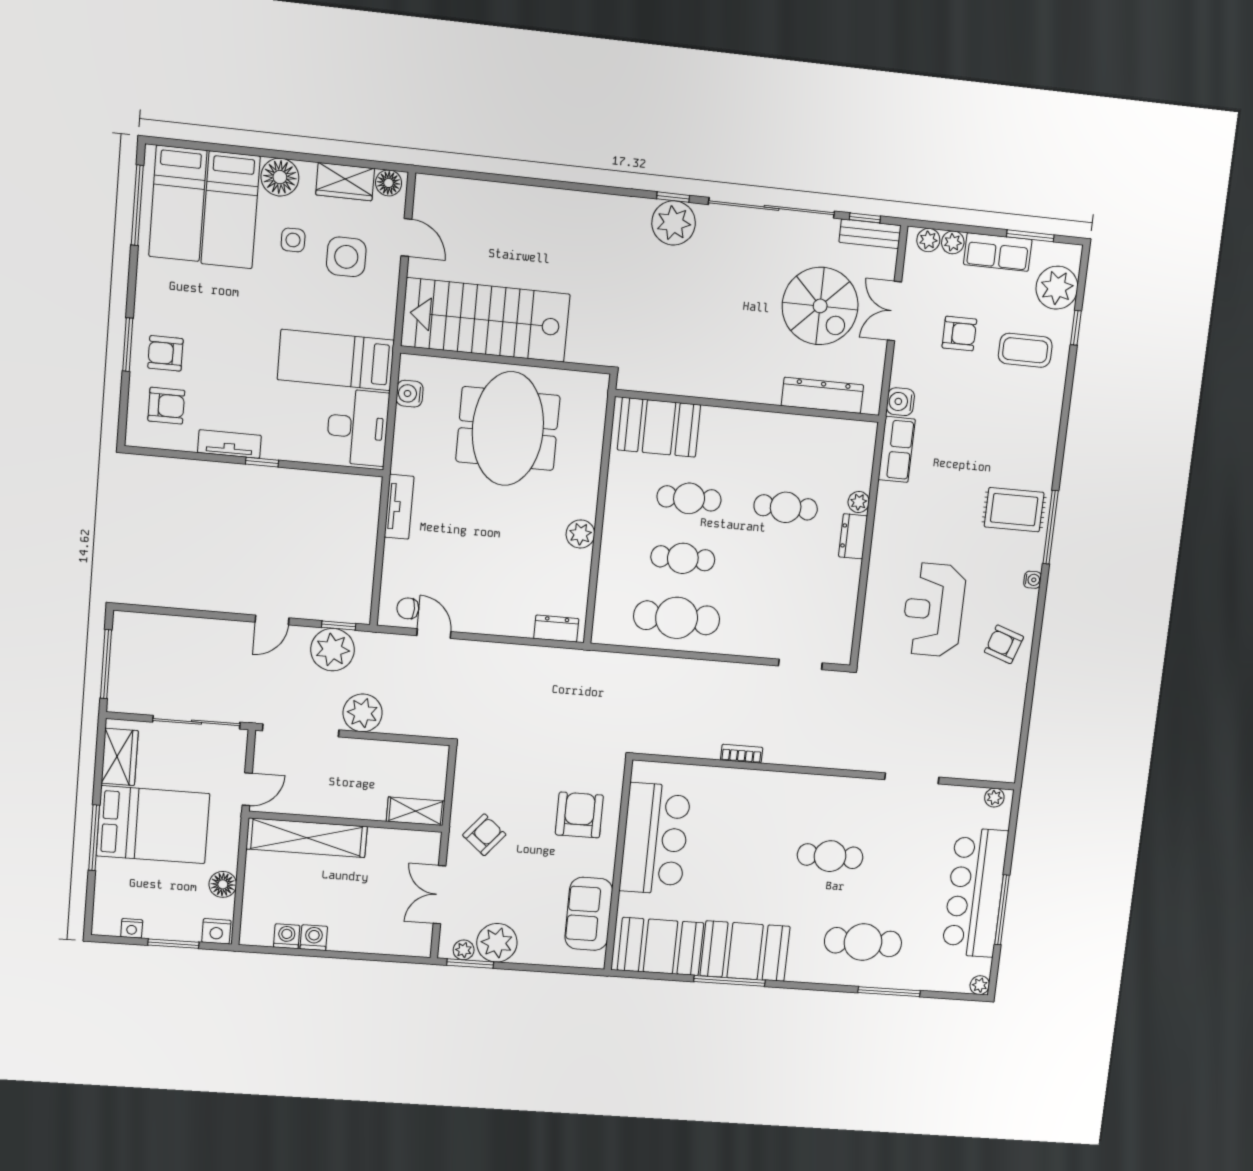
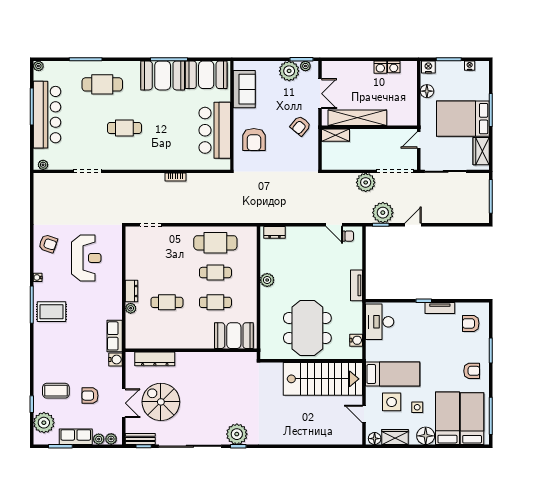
armchair: (165, 353) -> (472, 371), moved
bed: (336, 360) -> (393, 374), moved
shelving: (307, 838) -> (357, 118), moved

